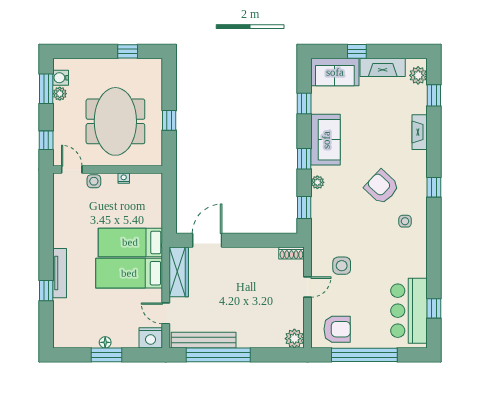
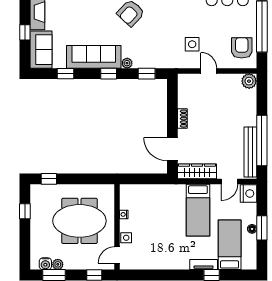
window: (169, 120) -> (49, 179), moved
sofa: (326, 140) -> (94, 57), width x1.36
bed: (130, 242) -> (230, 245), moved, turned 180
shoe rack: (291, 253) -> (182, 119), moved
tv unit: (60, 273) -> (204, 265), width x0.71

